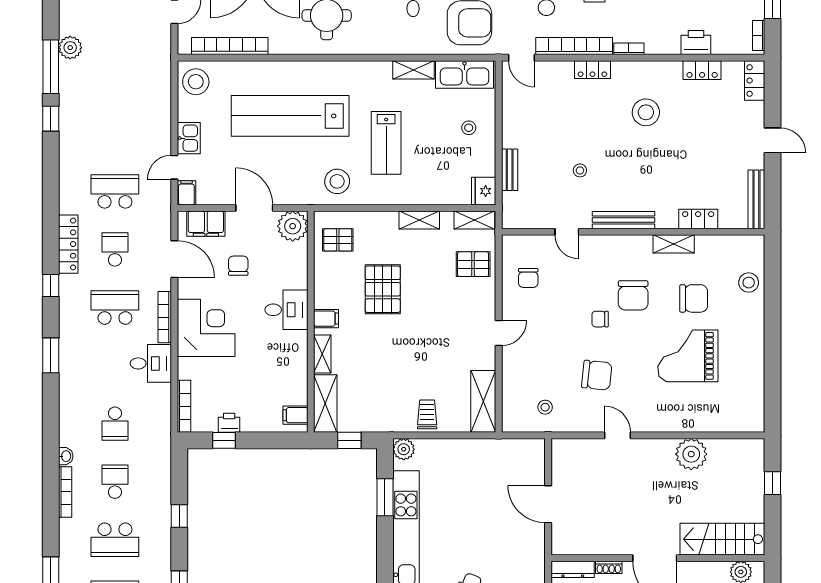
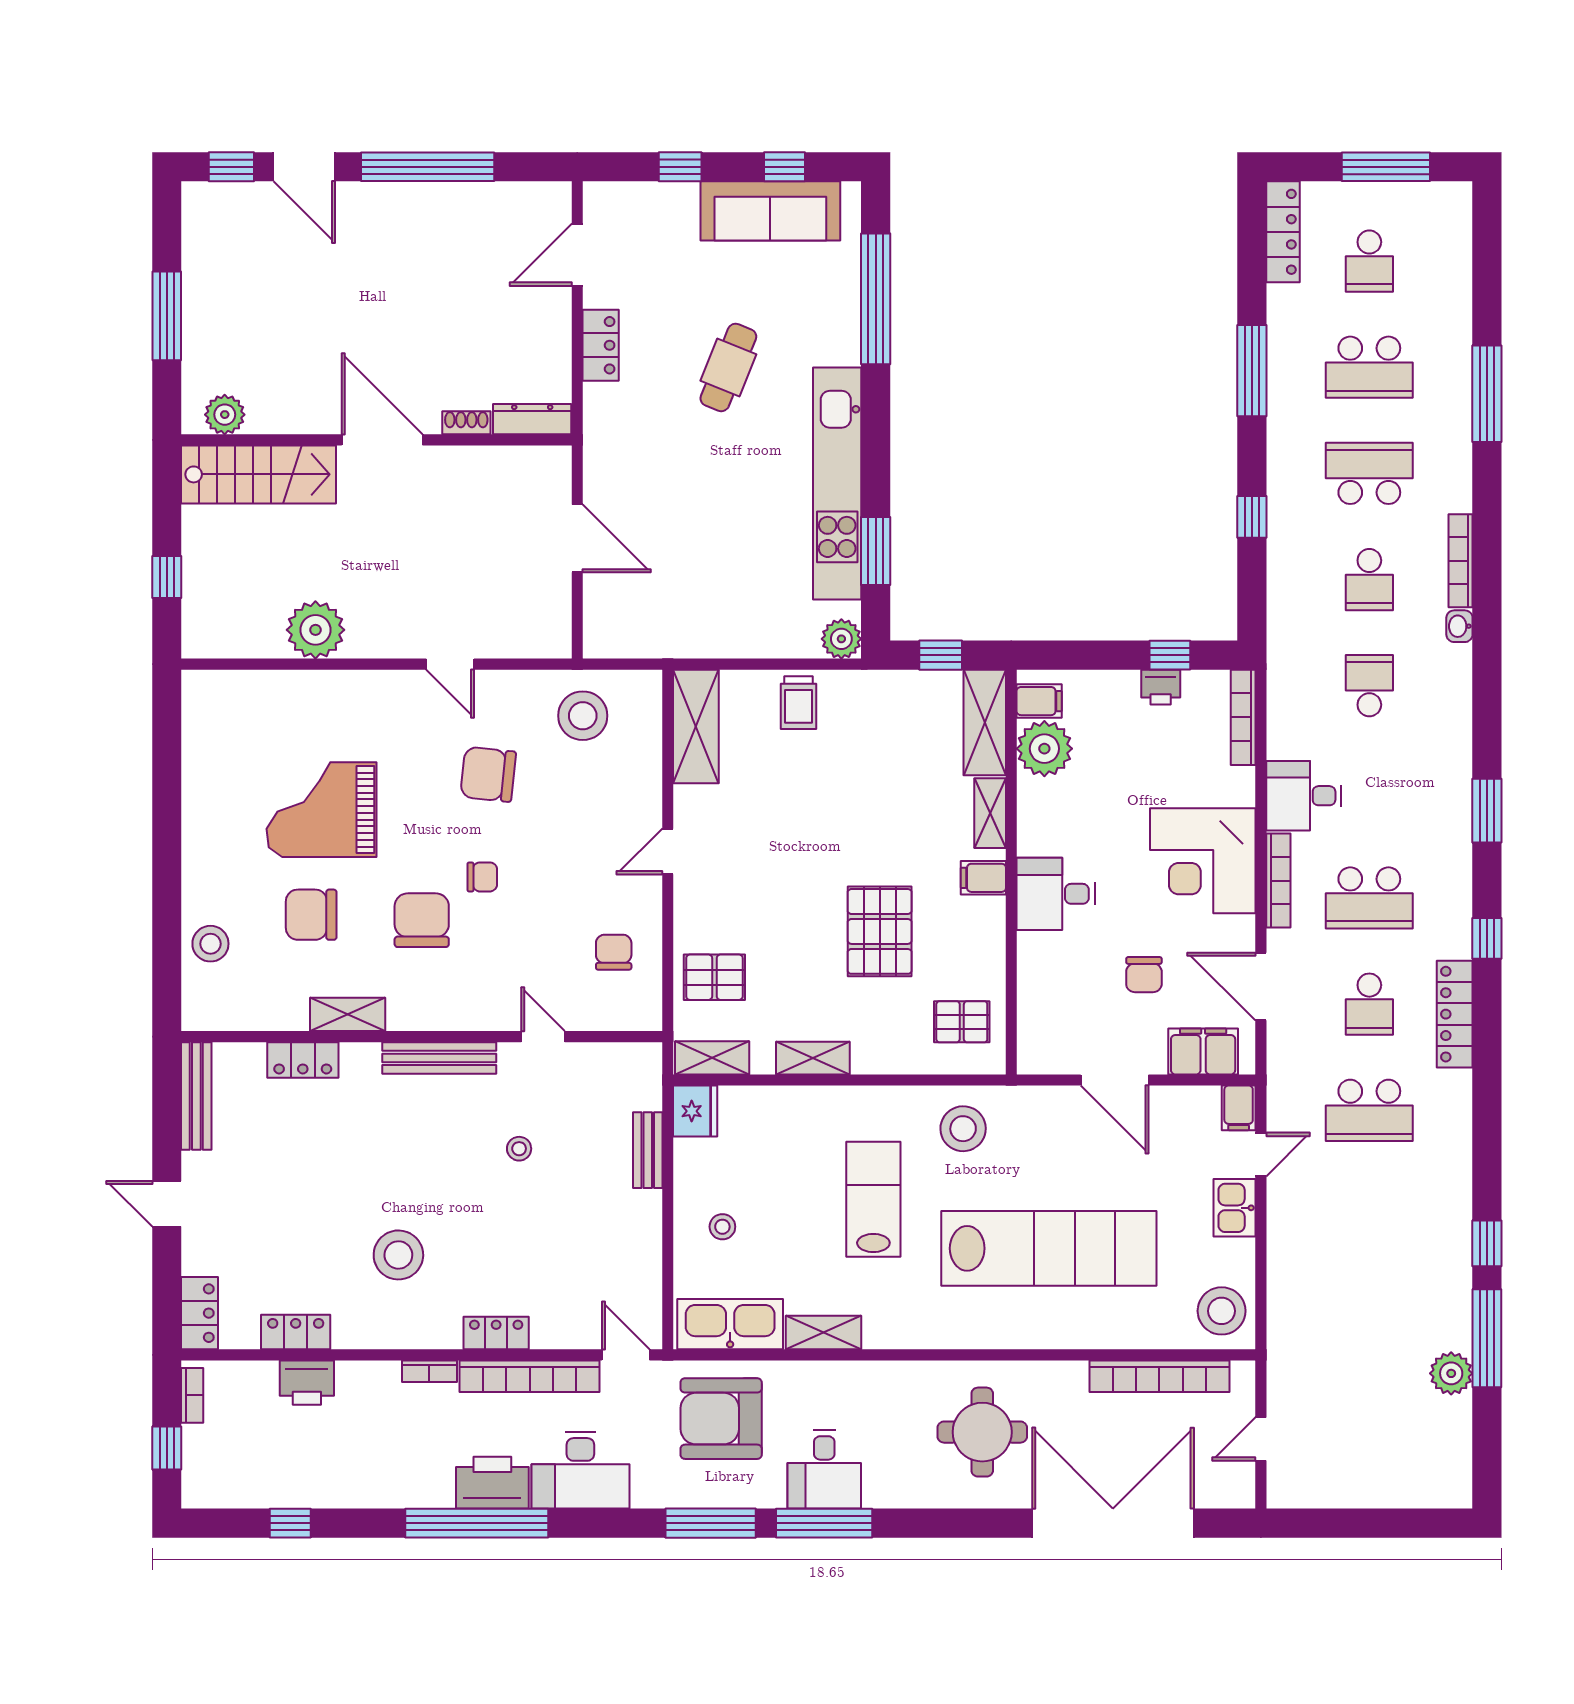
plant: (293, 226) -> (1044, 749), moved
grand piano: (688, 356) -> (322, 810), turned 180
stool: (545, 407) -> (583, 716), width x1.89, depth x1.89

